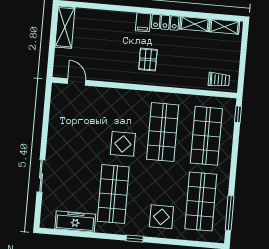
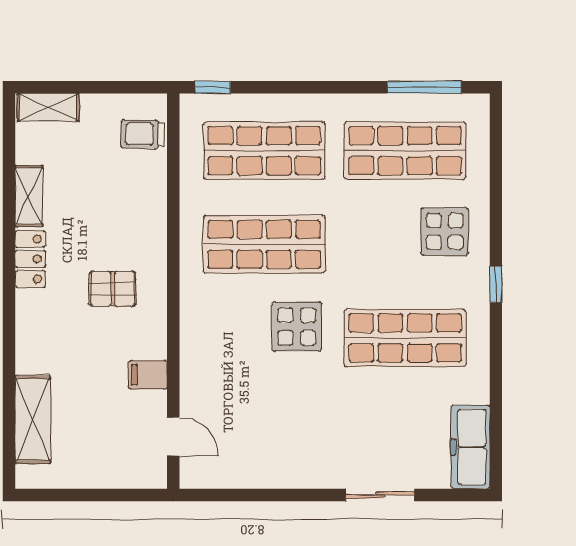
filing cabinet: (143, 22) -> (148, 375), moved, turned 180
shelving: (65, 27) -> (33, 419), moved, turned 90
shelving: (224, 27) -> (48, 107), moved, turned 90
trolley: (219, 80) -> (143, 134), turned -89
door: (77, 82) -> (173, 436), swing flipped
freezer: (75, 221) -> (470, 447), moved

